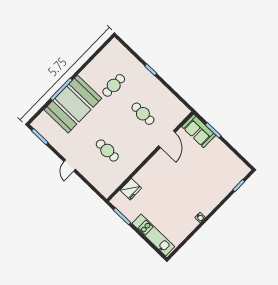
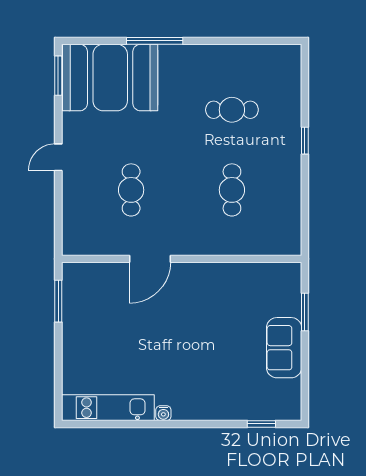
booth: (73, 104) -> (110, 78), moved
sofa: (199, 131) -> (284, 348), moved
door: (167, 139) -> (150, 259), moved
fridge: (131, 189) -> (109, 276), removed
kitchen unit: (153, 235) -> (108, 408), moved, turned -90

